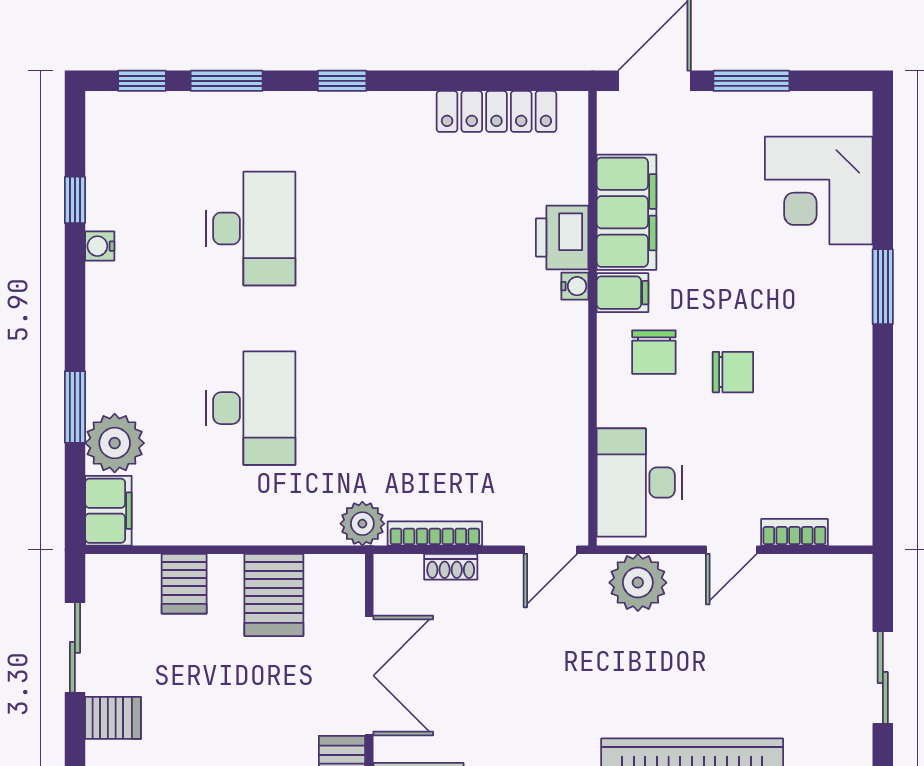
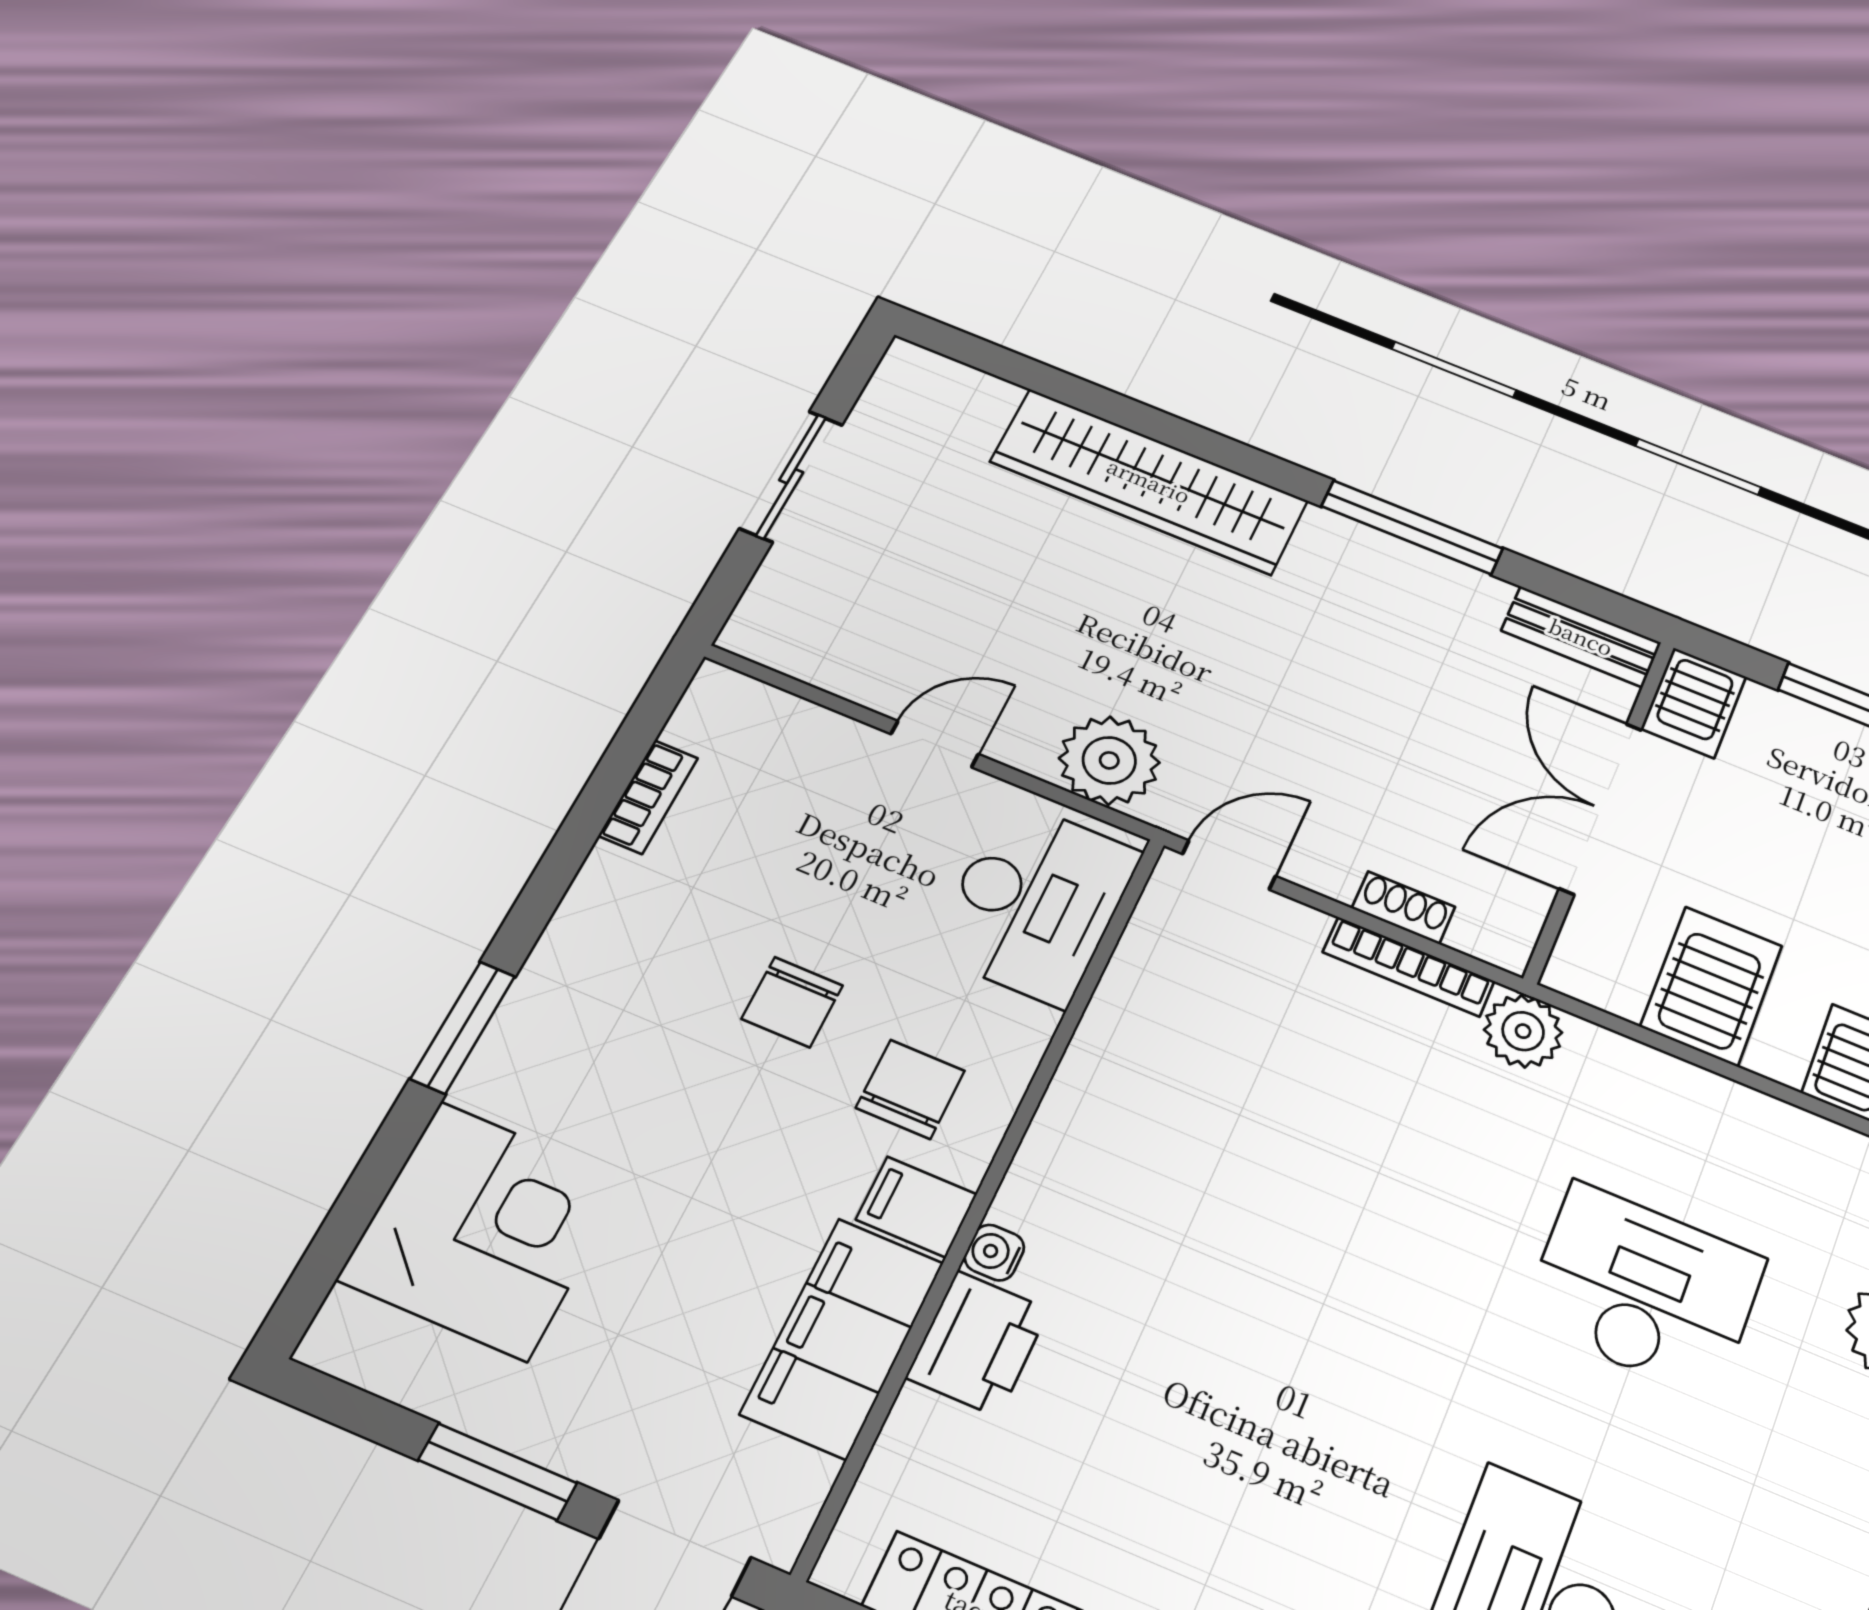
chair: (733, 372) -> (792, 1002), turned -90
desk: (251, 408) -> (1644, 1290), turned 90
bookcase: (794, 532) -> (648, 797), moved, turned -90

